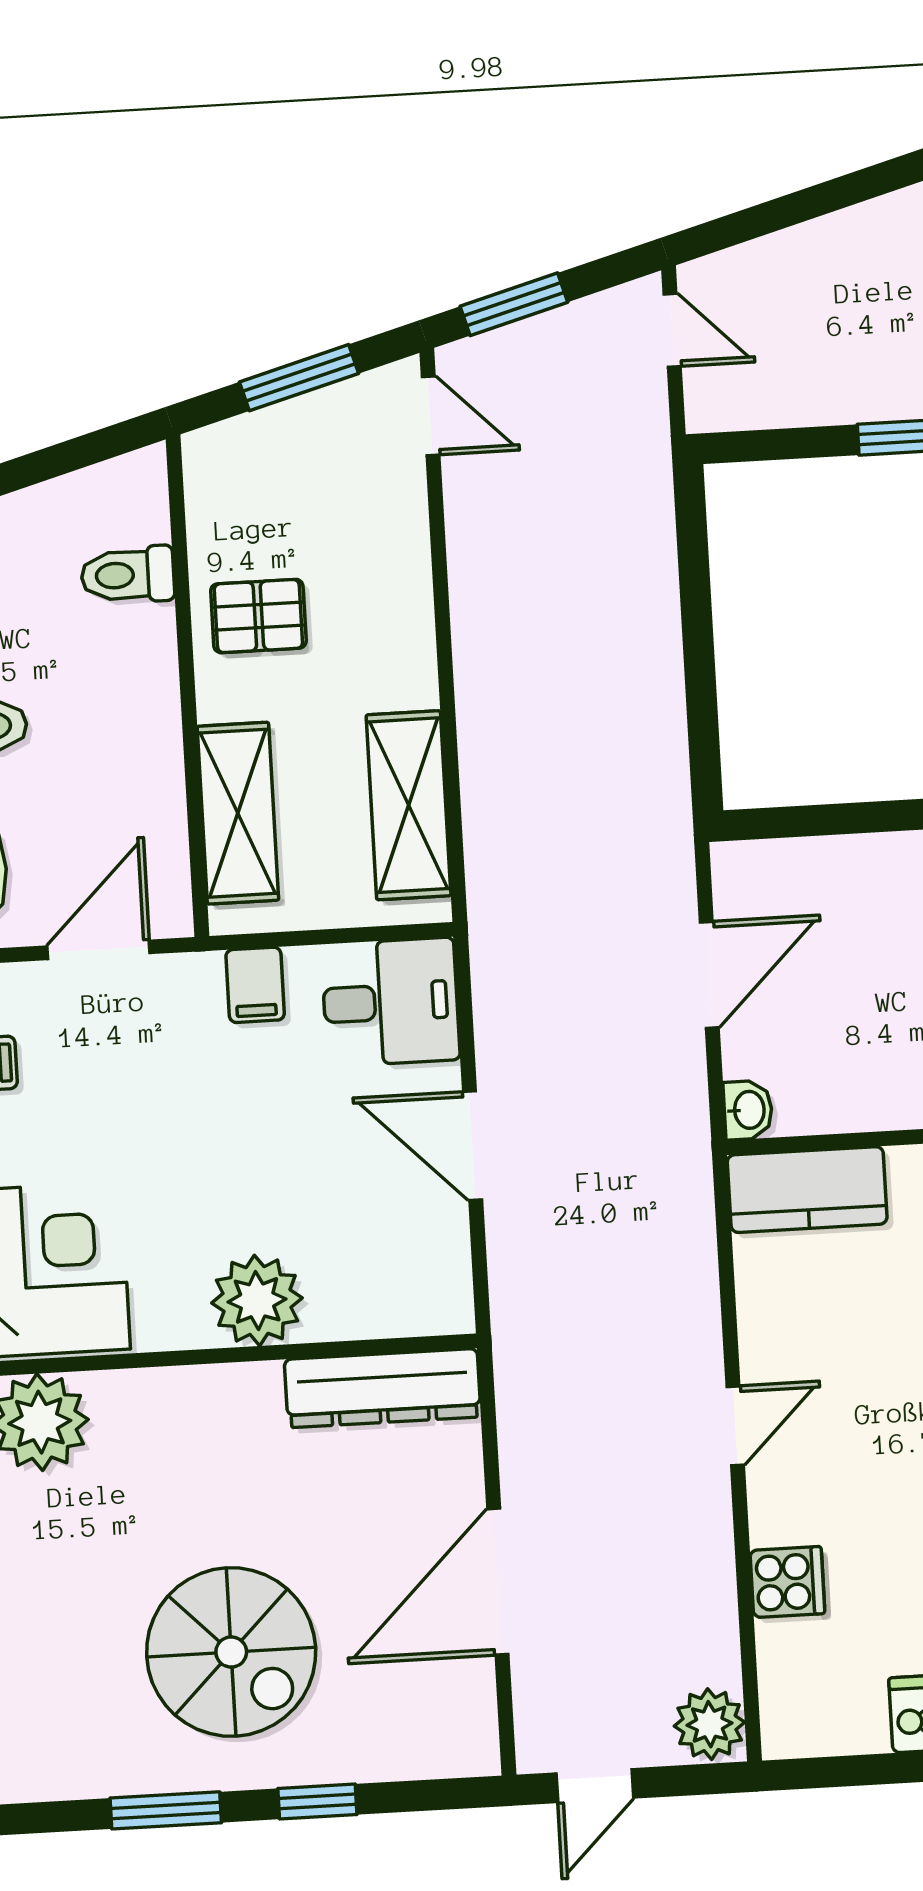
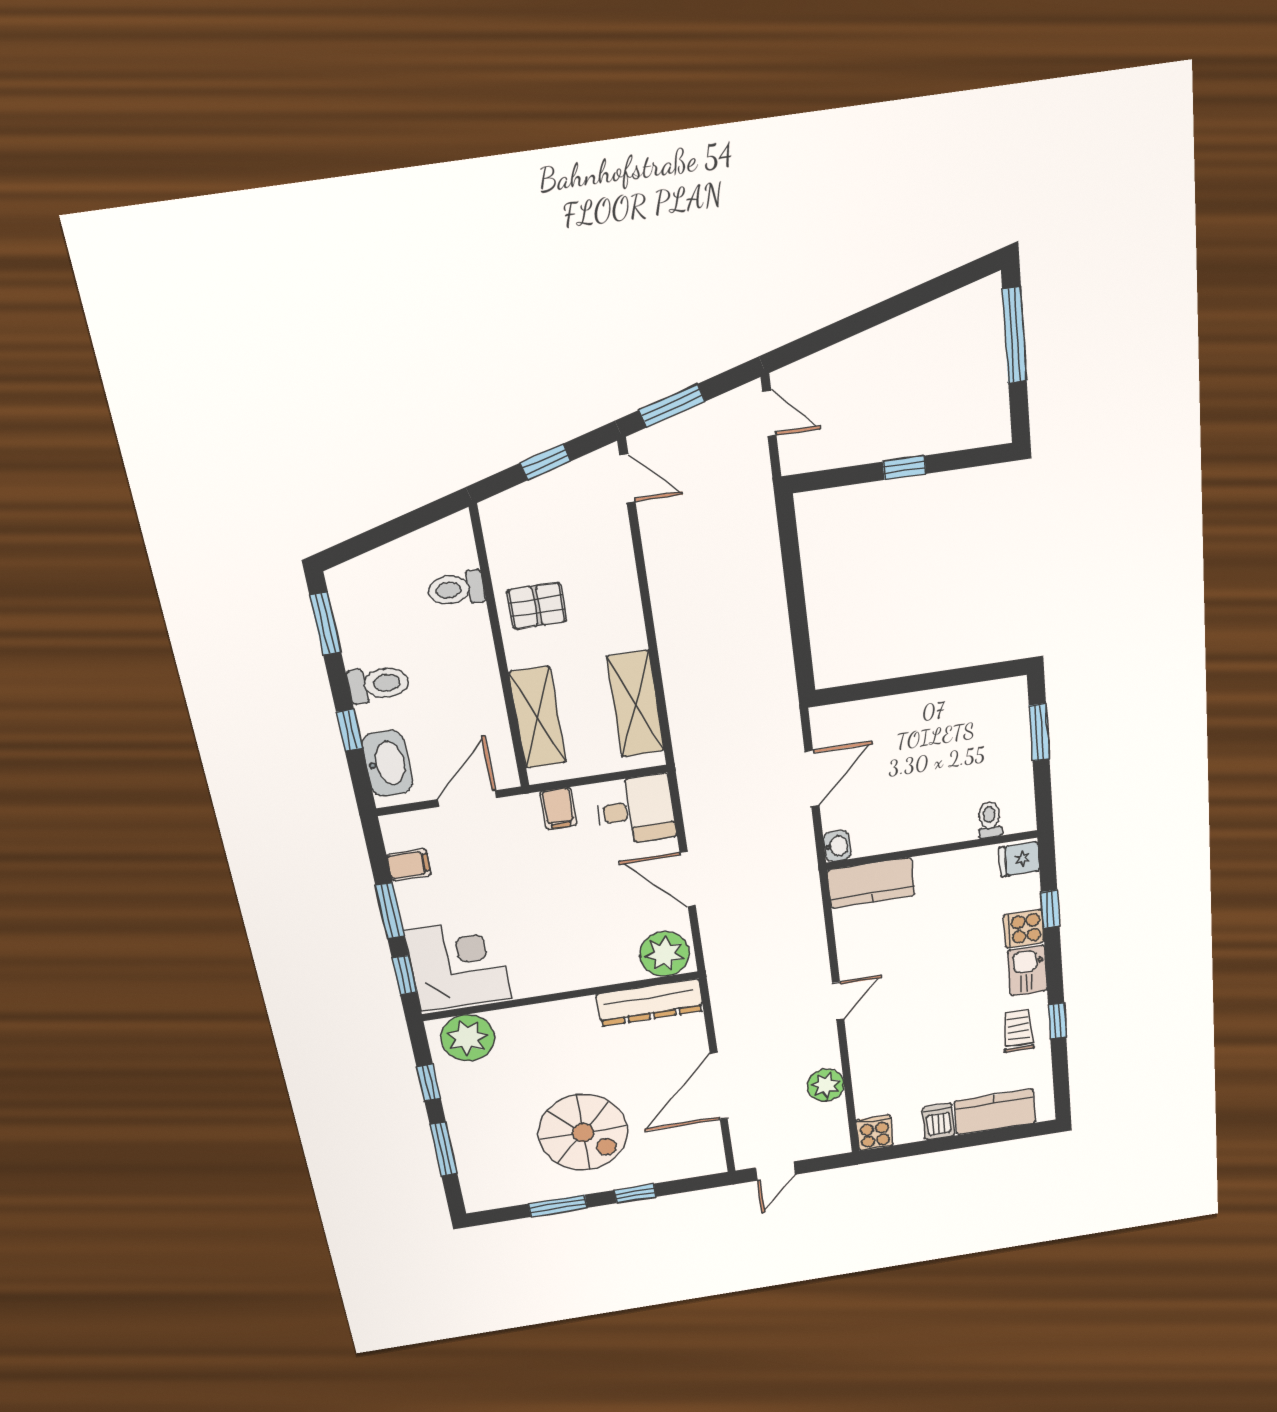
window: (299, 378) -> (545, 462), width x0.67
plant: (257, 1300) -> (665, 954), moved
cooker: (787, 1582) -> (875, 1133), moved, turned -90
plant: (710, 1724) -> (826, 1085), moved

